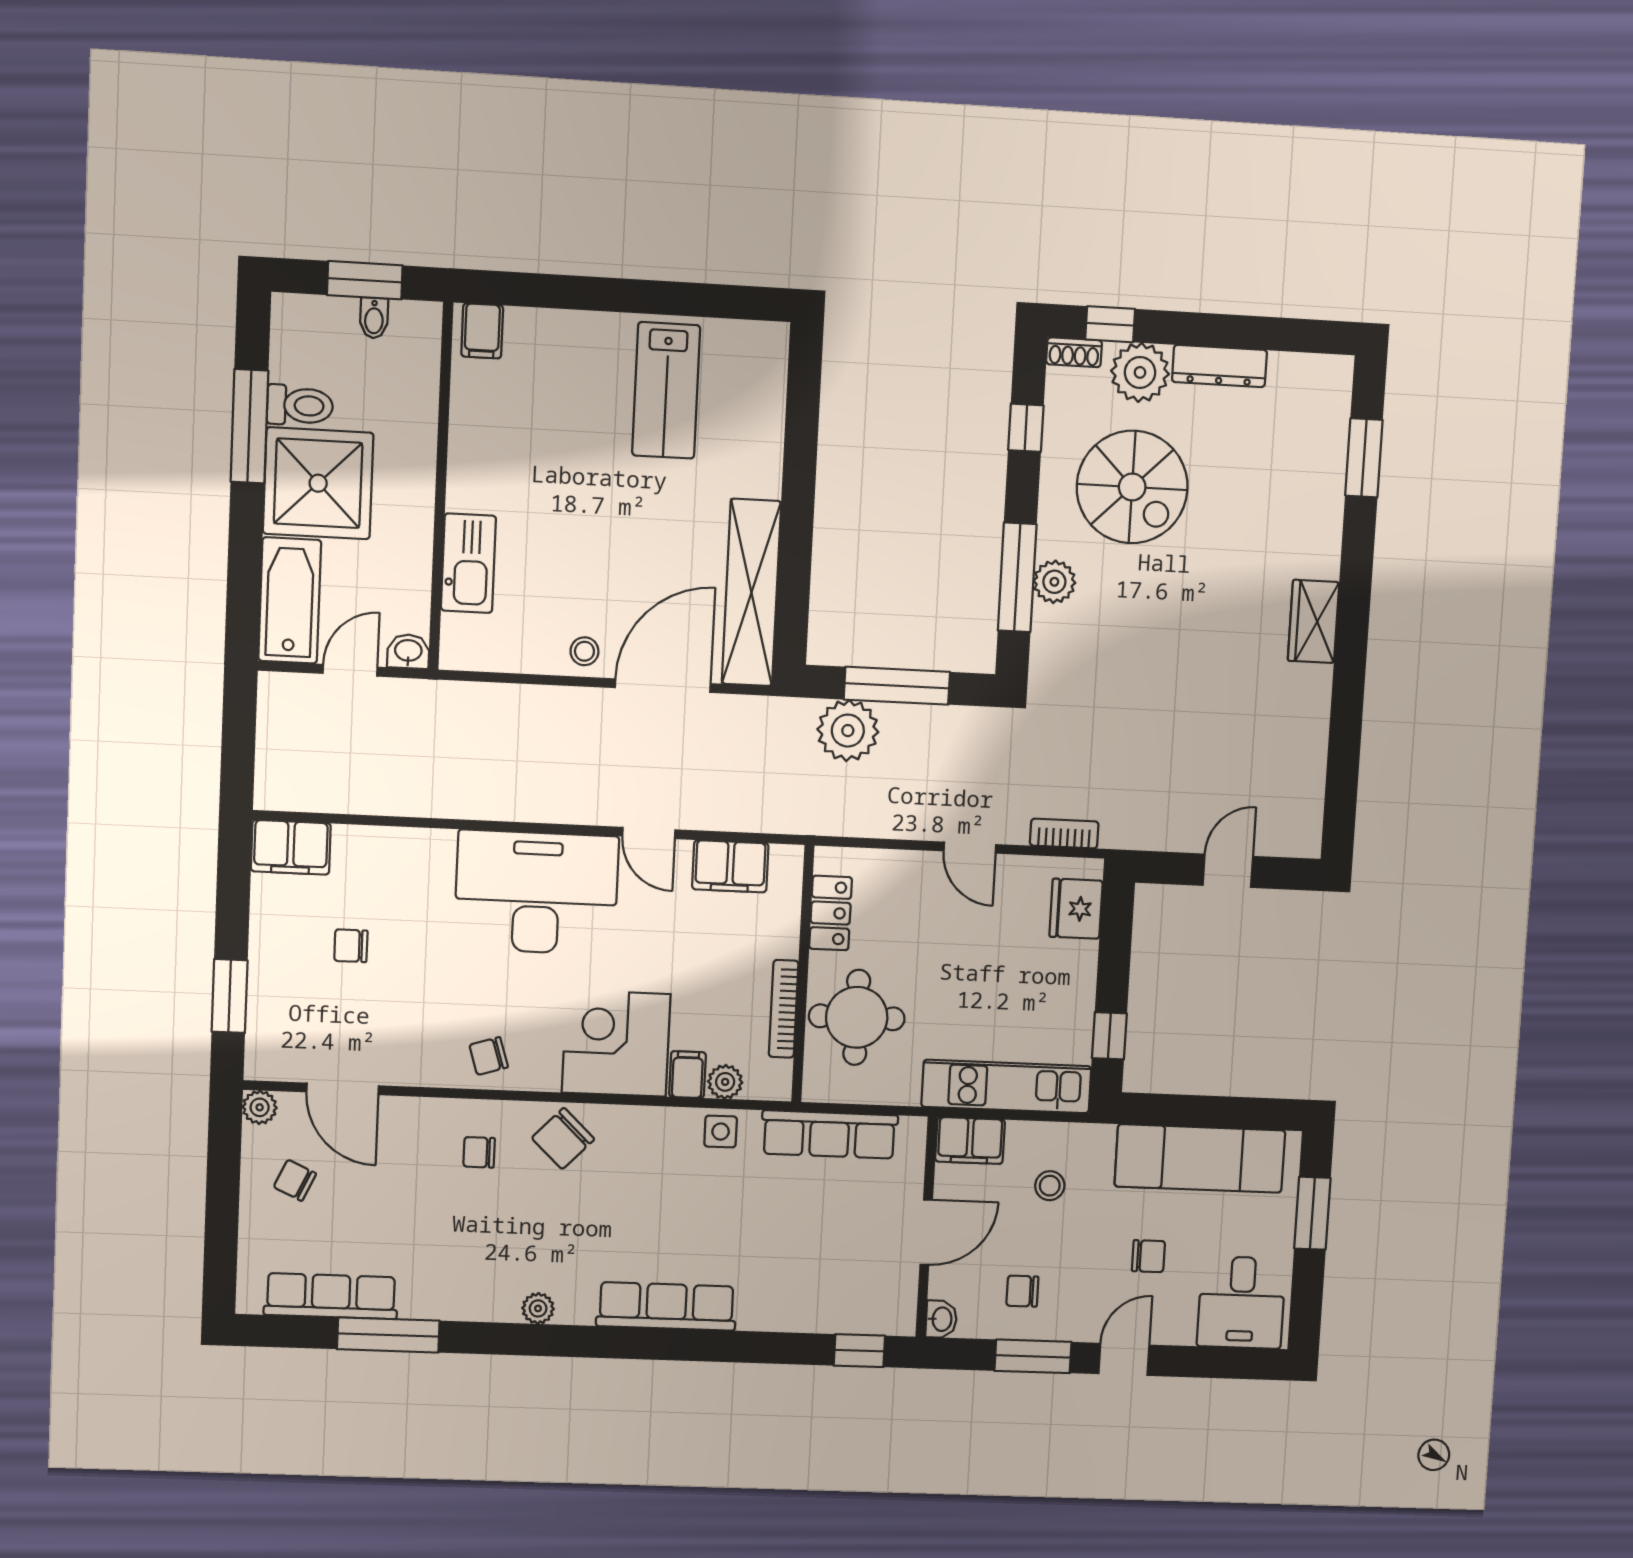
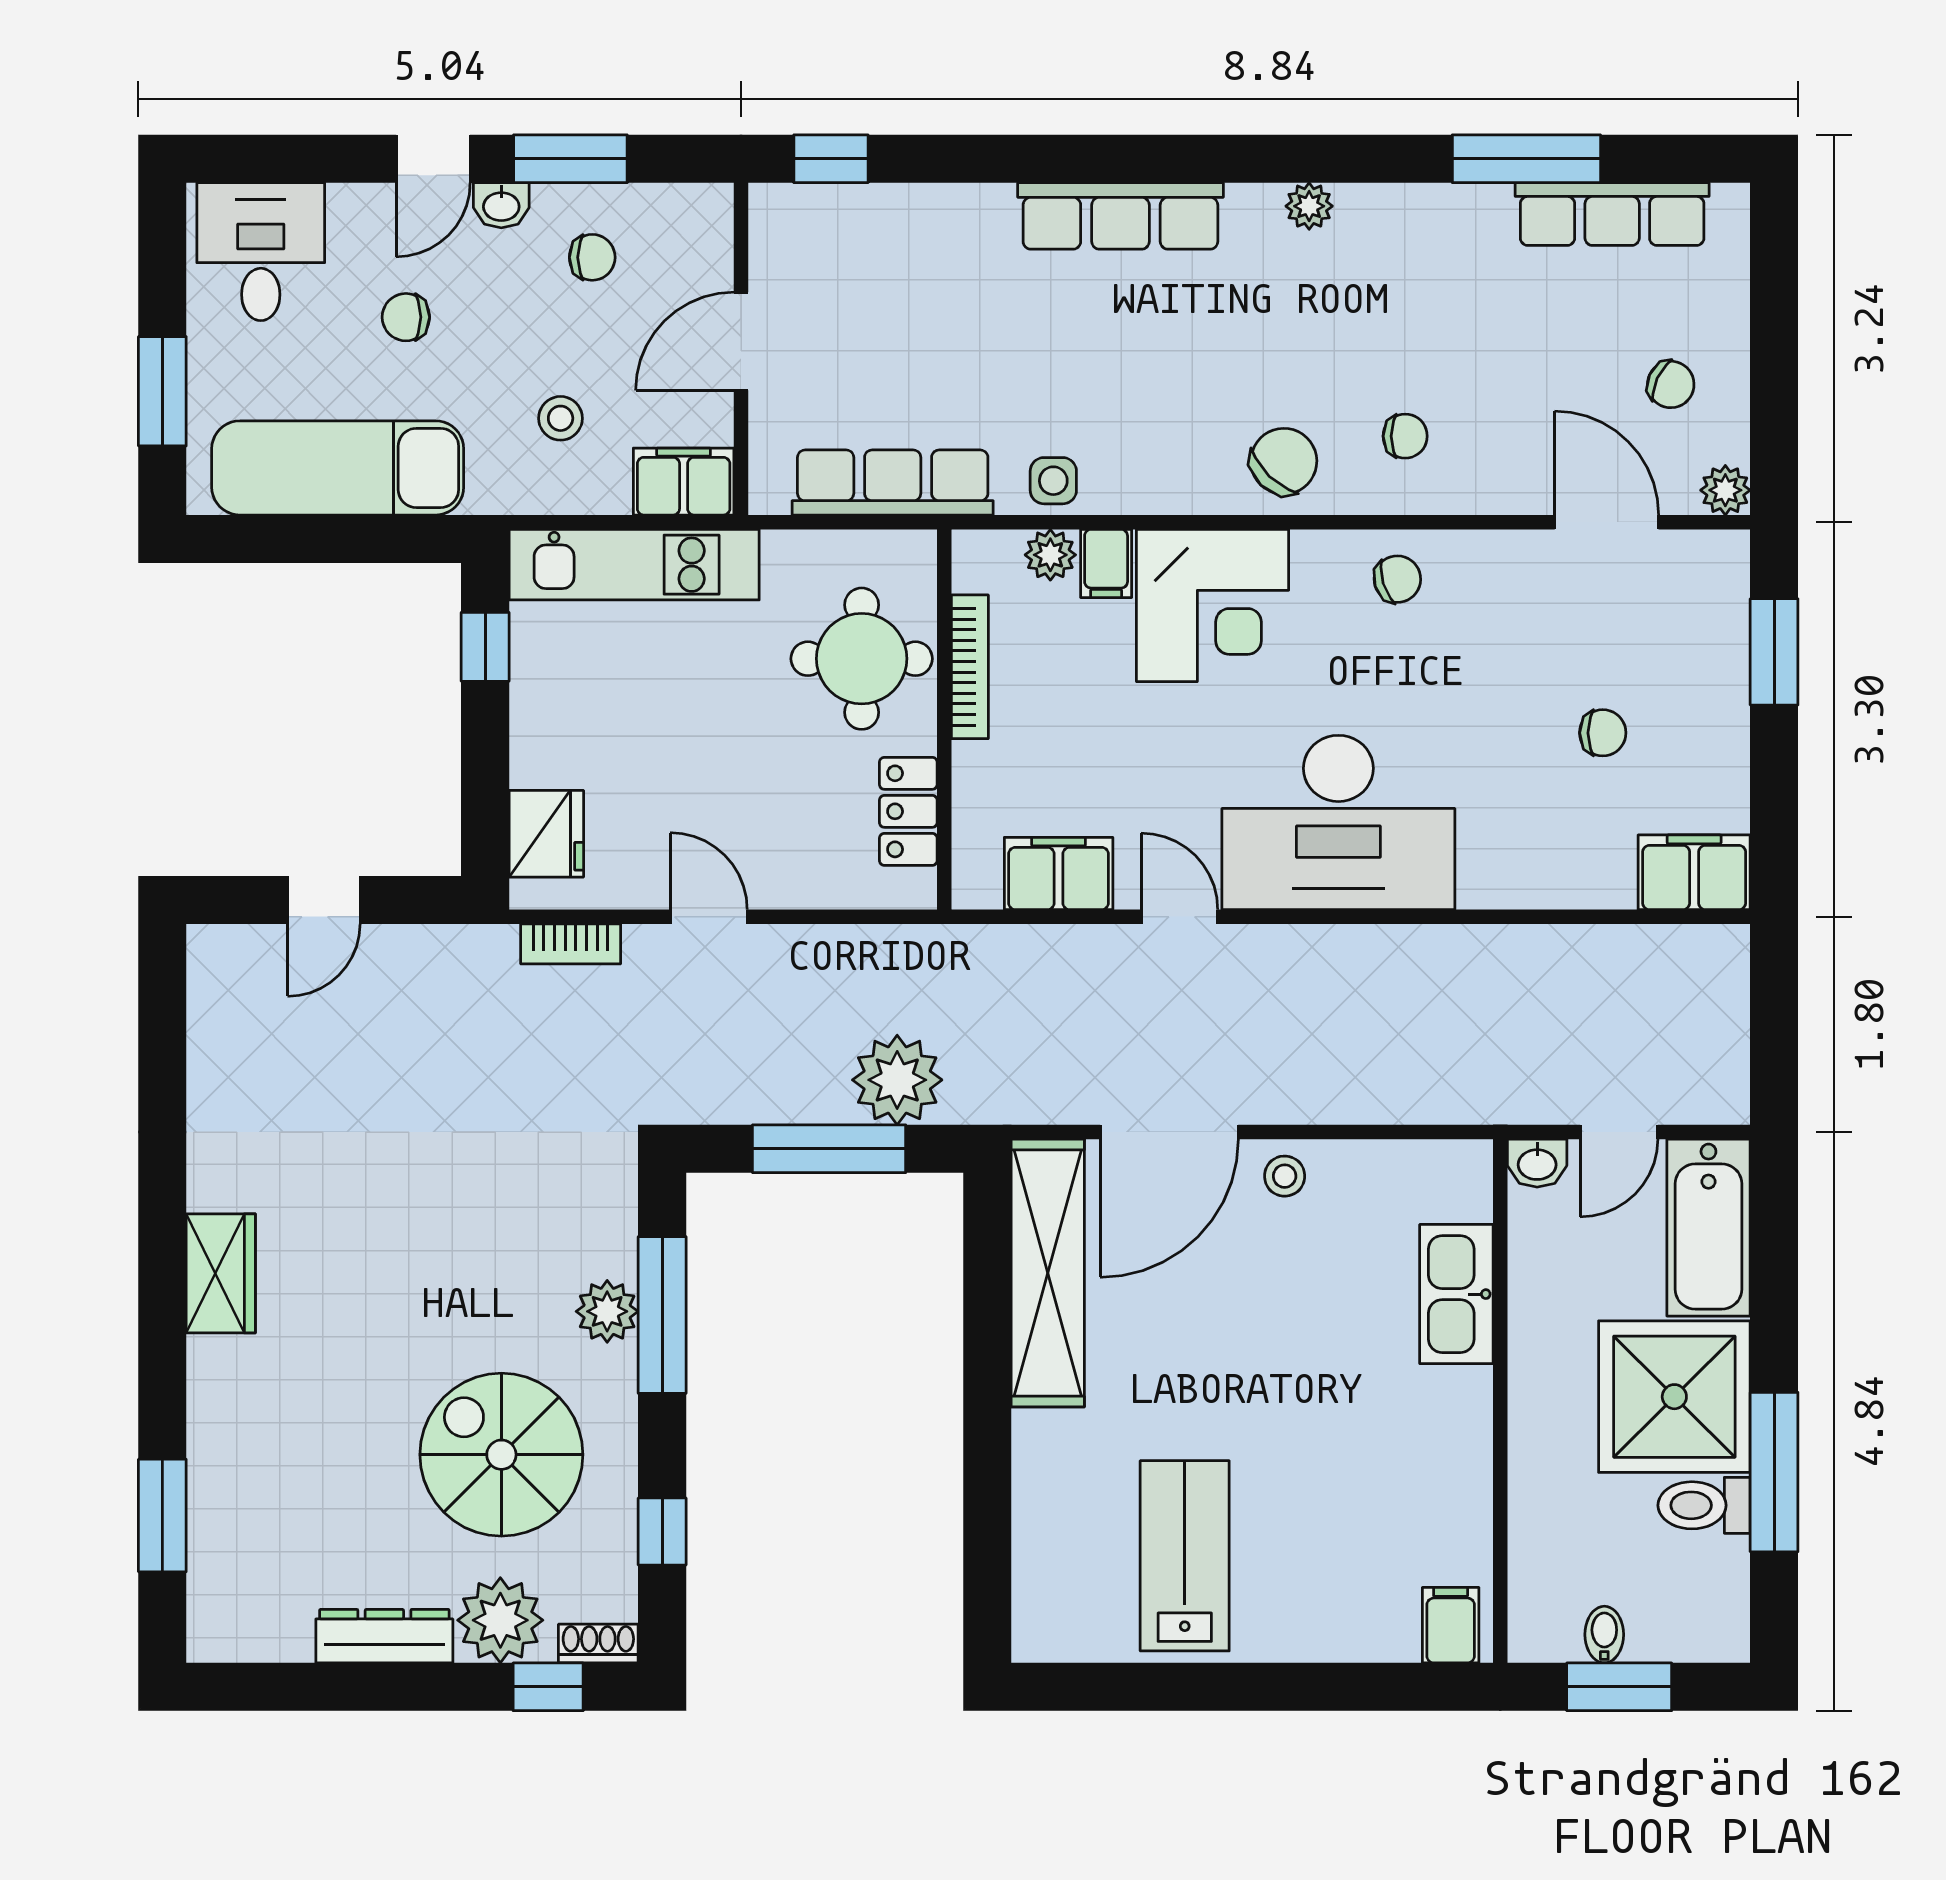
washbasin: (941, 1319) -> (501, 205), moved, turned -90

